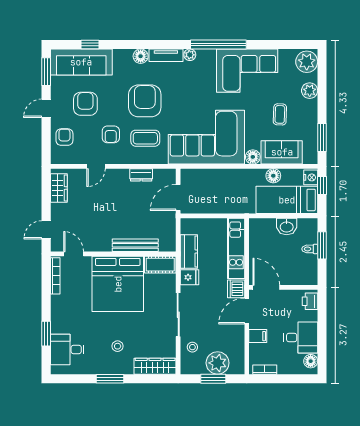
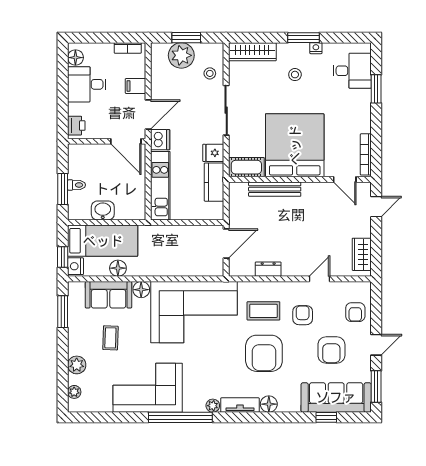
plant: (307, 62) -> (74, 392), width x0.53, depth x0.53
nightstand: (99, 369) -> (316, 48), added

